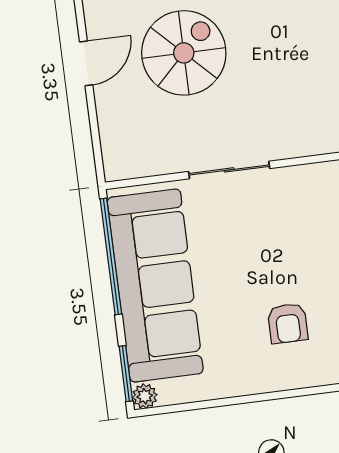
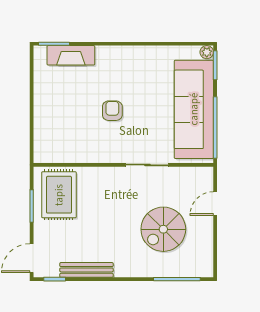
door: (86, 63) -> (215, 204), moved
armchair: (288, 323) -> (112, 111), moved

